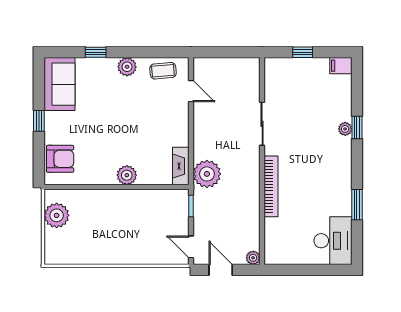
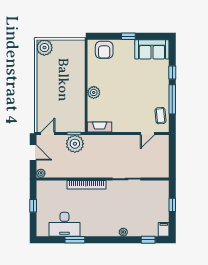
window: (138, 52) -> (172, 99), added
plant: (127, 67) -> (163, 93), removed
window: (357, 127) -> (148, 240), moved
plant: (207, 174) -> (75, 144), moved
plant: (57, 215) -> (44, 48), moved
desk: (333, 241) -> (64, 224), moved
door: (221, 270) -> (33, 153), hinge flipped
window: (304, 270) -> (33, 206), added

